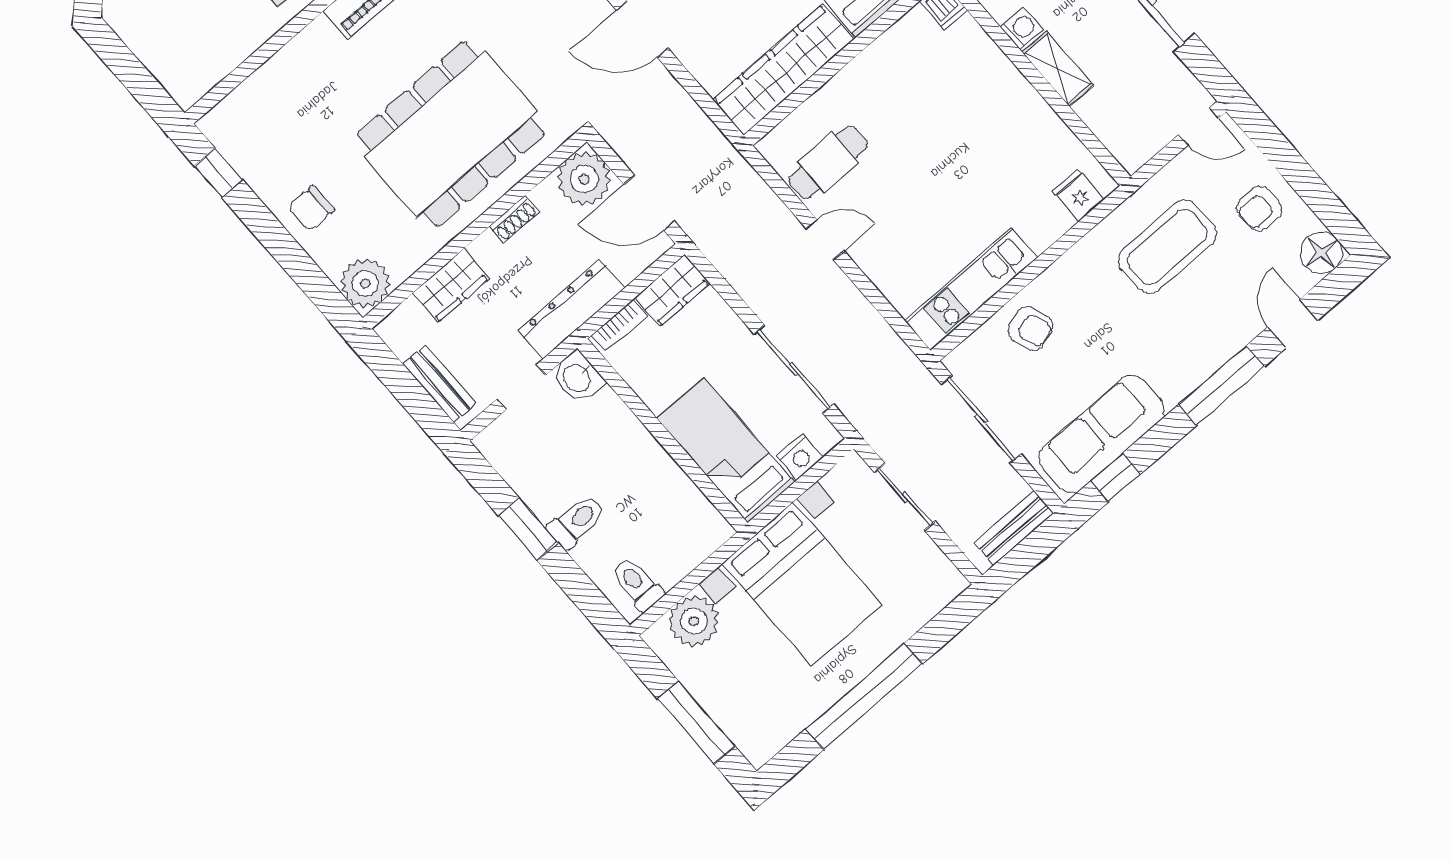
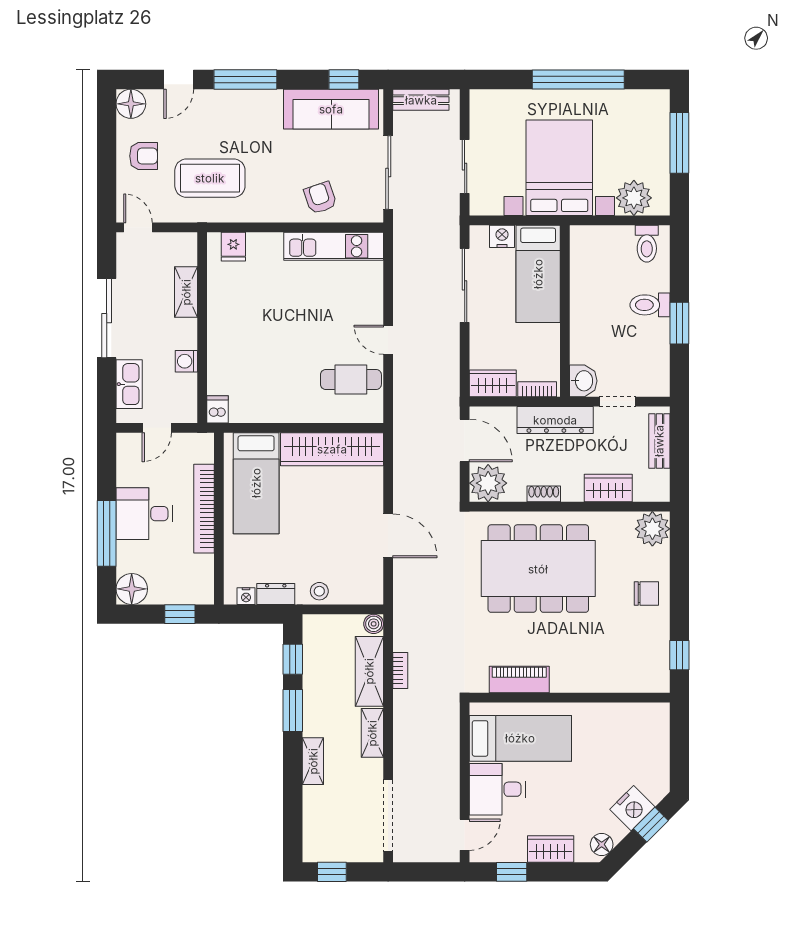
shelving: (1058, 69) -> (186, 292), moved

